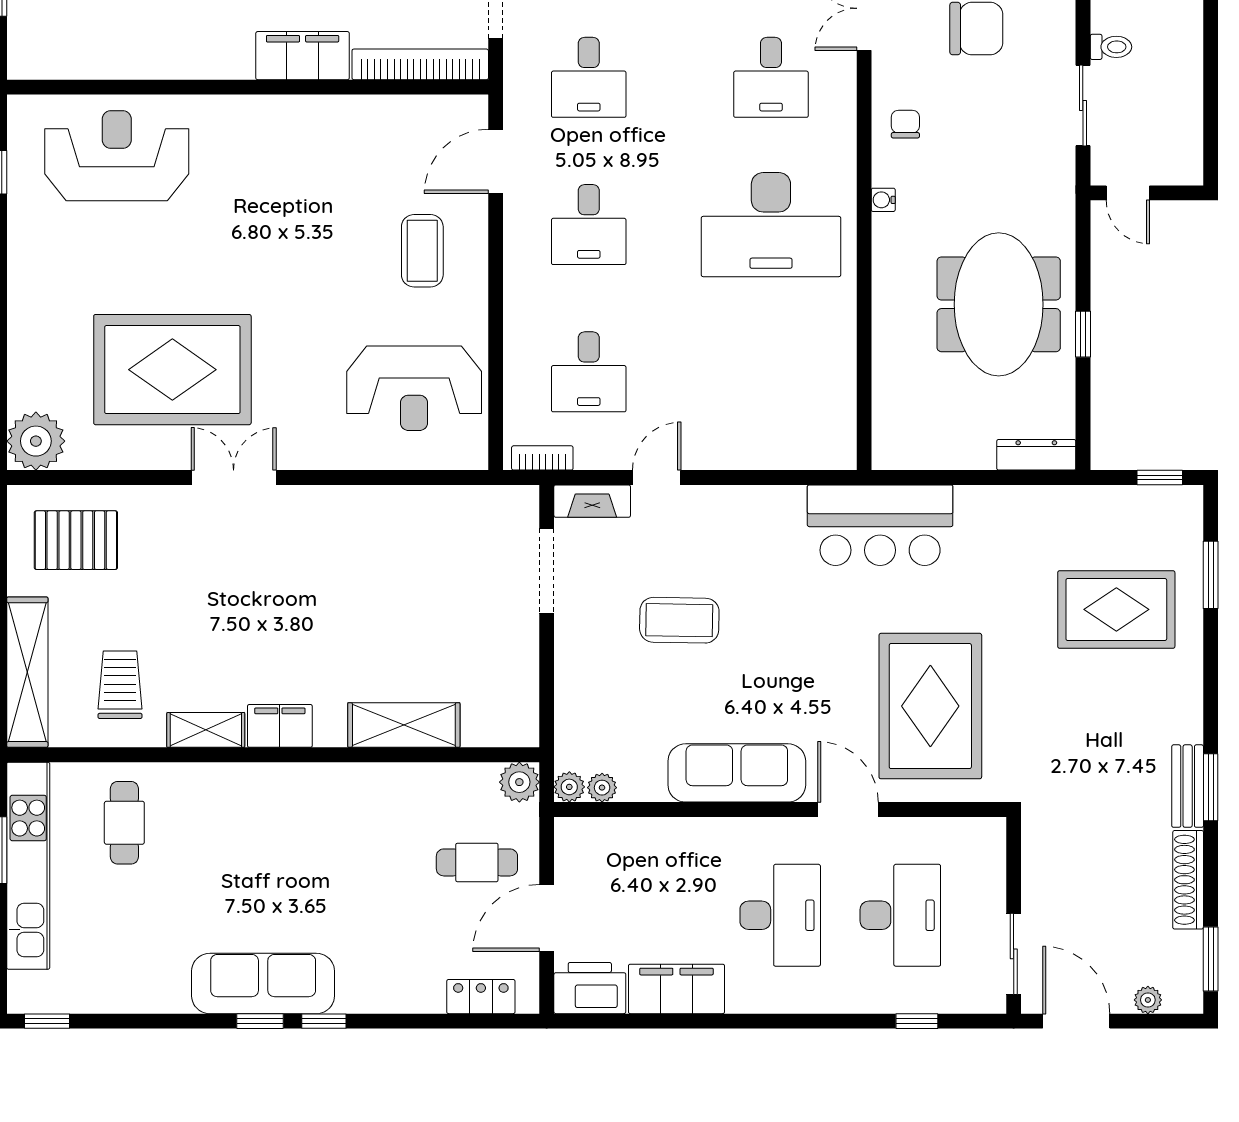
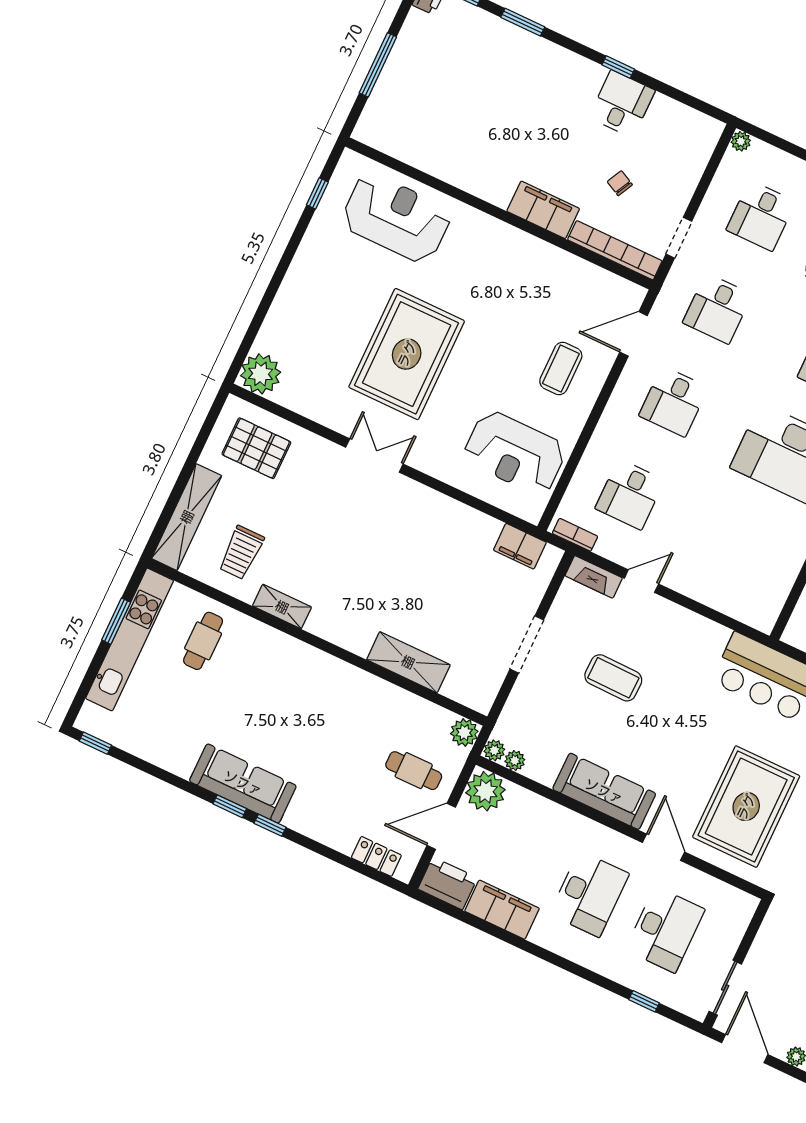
rug: (172, 370) -> (407, 354), moved, turned 90
doorway: (547, 571) -> (527, 644), moved
trolley: (120, 685) -> (241, 553), turned 180
filing cabinet: (280, 726) -> (520, 546), moved, turned 180
plant: (583, 845) -> (485, 791), added

